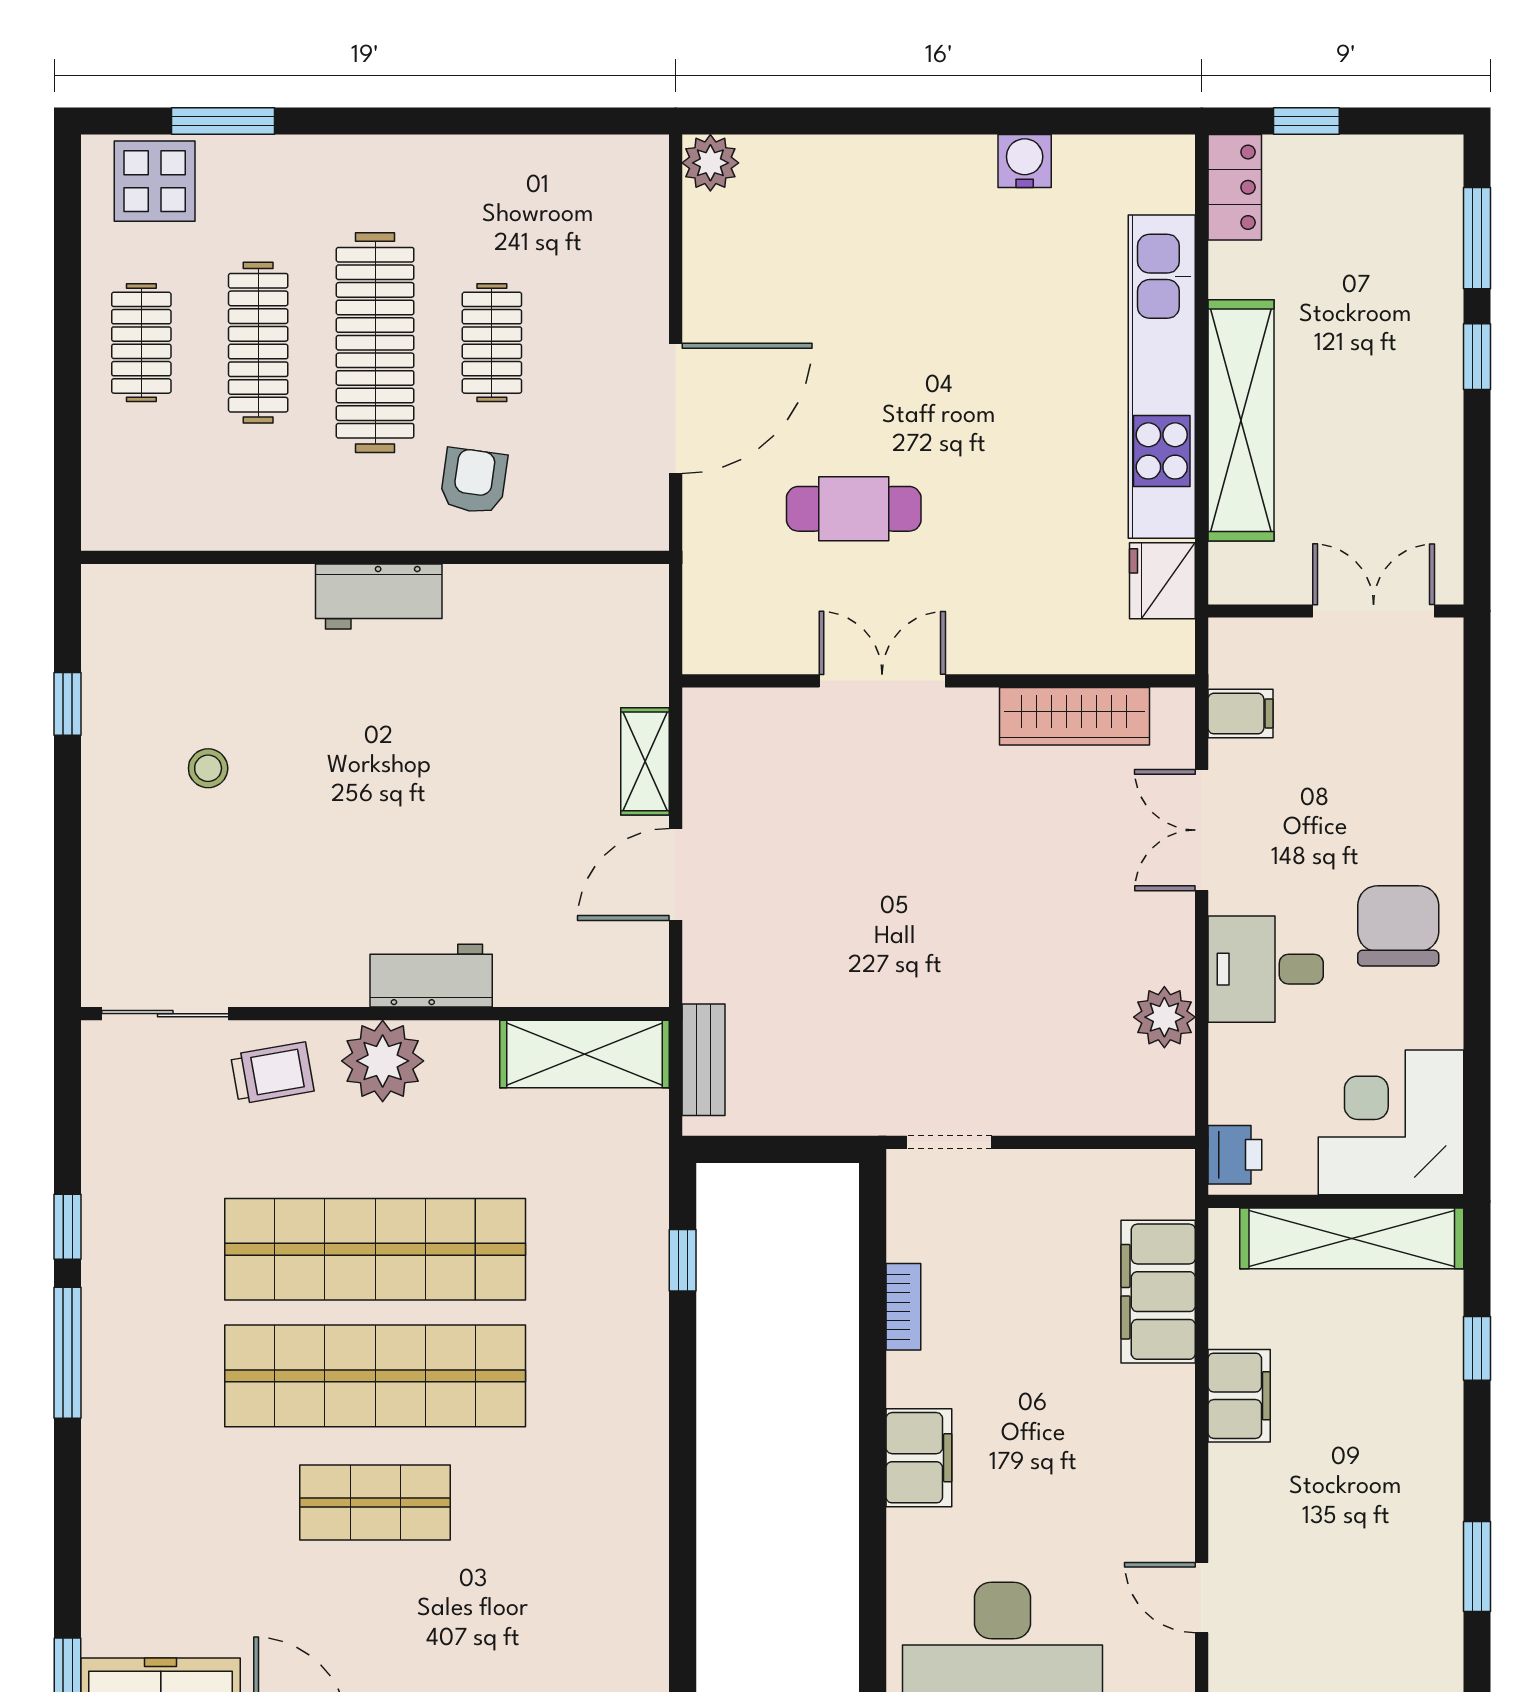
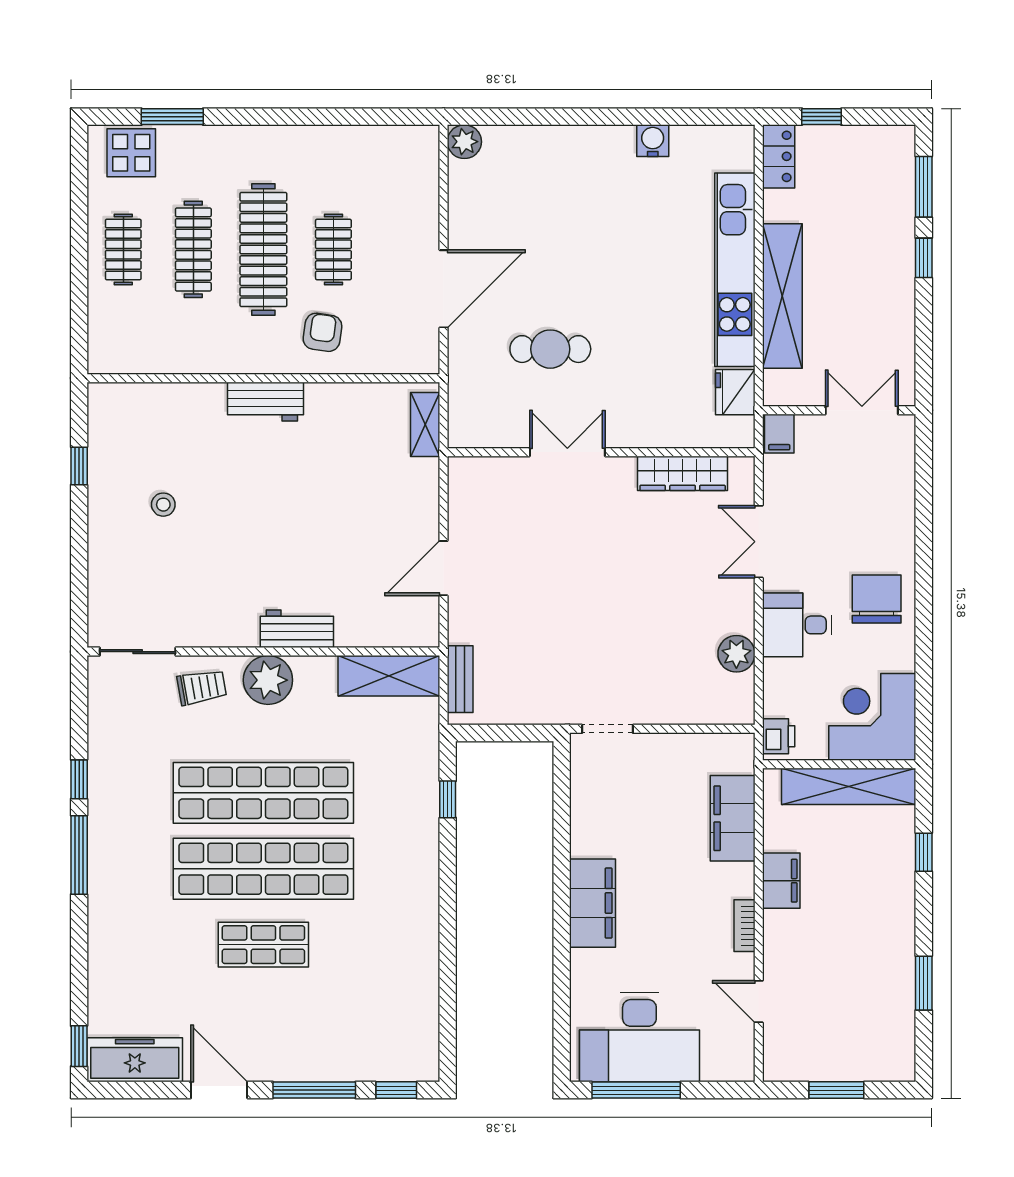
filing cabinet: (1240, 714) -> (779, 434), moved, turned 90
shelving: (645, 761) -> (425, 424), moved
bookcase: (903, 1307) -> (745, 926), moved, turned 180
filing cabinet: (919, 1458) -> (593, 903), width x1.50, depth x1.17

